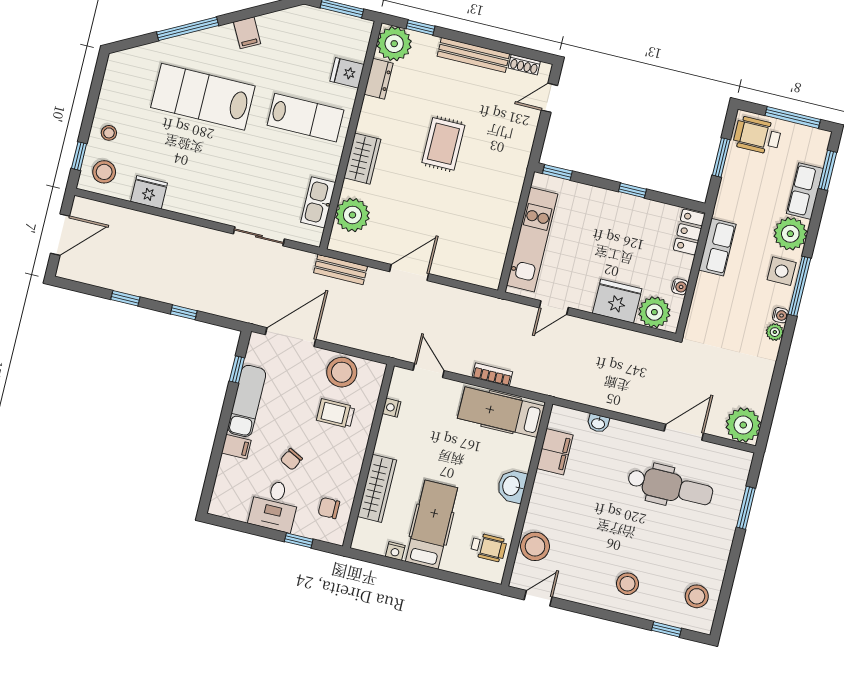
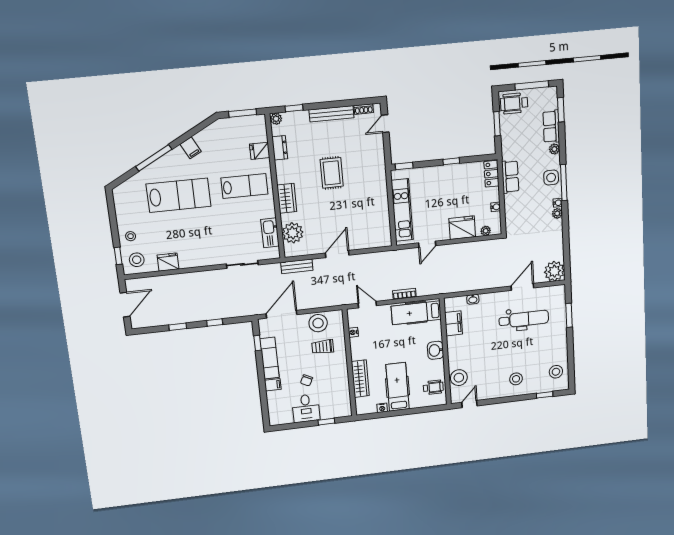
plant: (394, 44) -> (276, 119), width x0.53, depth x0.53
lab bench: (203, 97) -> (179, 195), turned 180
plant: (790, 234) -> (554, 149), width x0.53, depth x0.53
plant: (654, 312) -> (486, 231), width x0.53, depth x0.53
chair: (329, 508) -> (337, 399), removed

